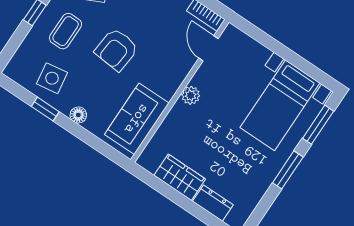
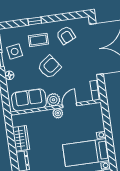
door: (208, 48) -> (70, 105), moved
armchair: (116, 50) -> (49, 67), turned 139
plant: (167, 85) -> (53, 100), added

